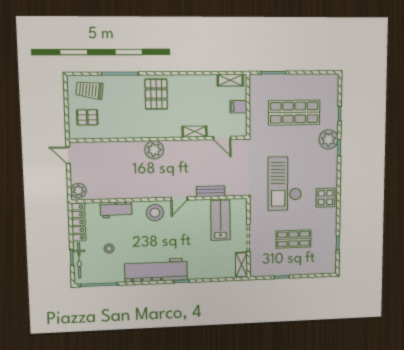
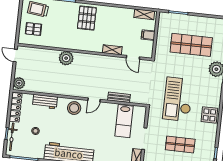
plant: (154, 150) -> (66, 58), moved
lab bench: (220, 220) -> (124, 121), turned 180

